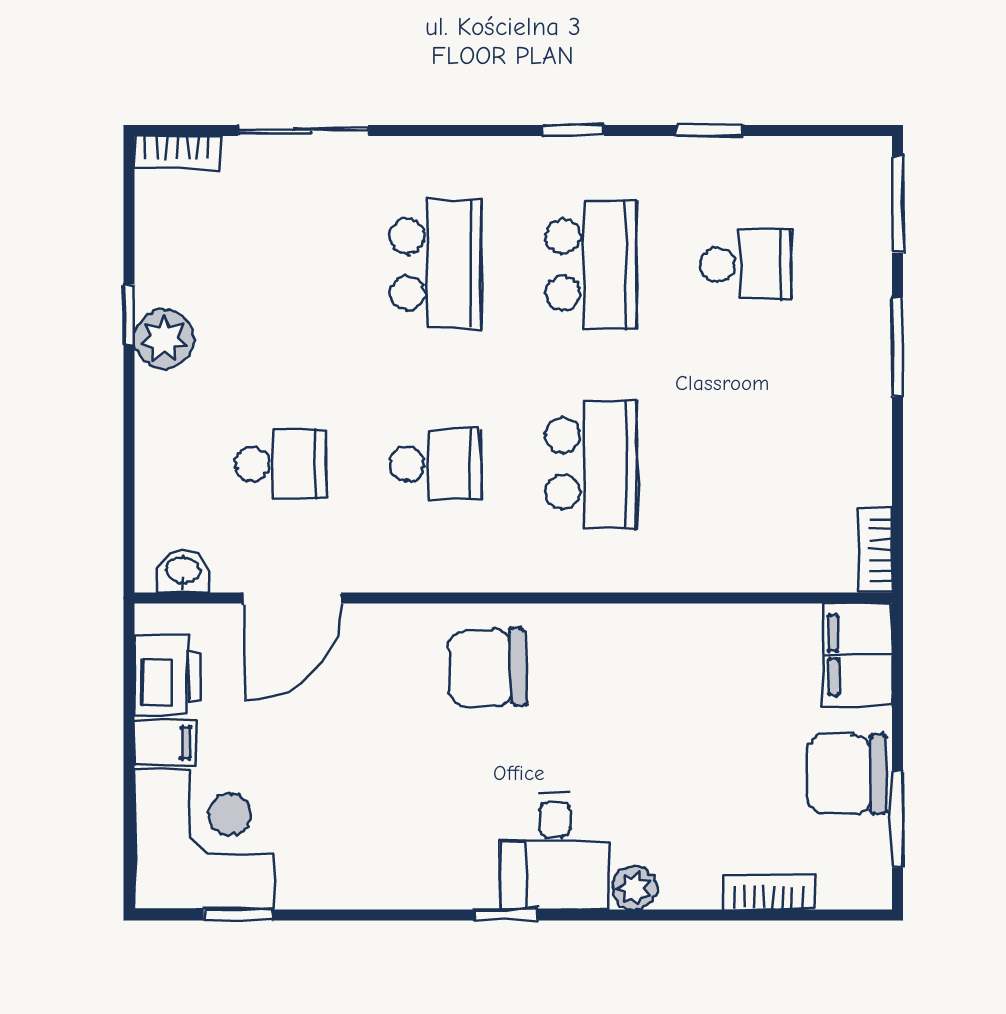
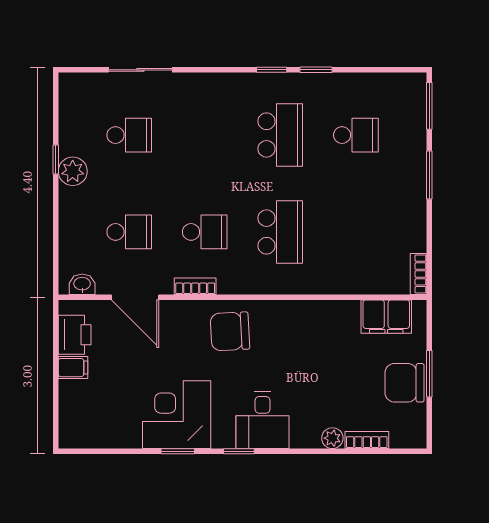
window: (710, 130) -> (316, 70), moved
bookcase: (177, 153) -> (195, 286), moved, turned 180
school desk: (436, 265) -> (129, 135), moved, width x0.54
door: (292, 598) -> (135, 297), hinge flipped
filing cabinet: (858, 655) -> (386, 317), moved, turned -90
window: (897, 819) -> (429, 374), moved
corner desk: (204, 840) -> (177, 415), moved, turned -90
plant: (634, 888) -> (332, 438), moved
window: (238, 915) -> (178, 451), moved

